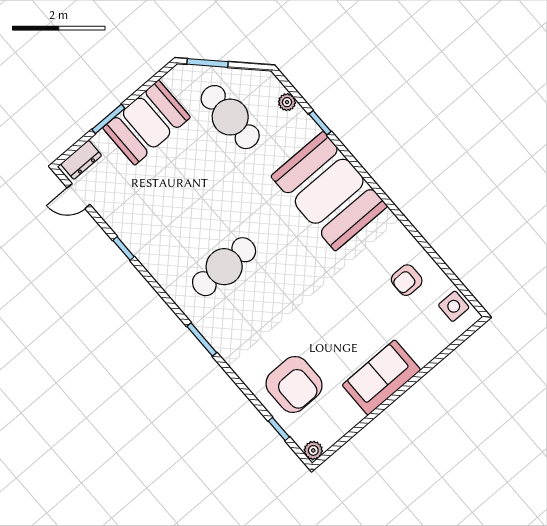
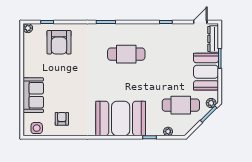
plant: (187, 74) -> (211, 103), added
dresser: (81, 160) -> (213, 39), width x1.44
cafe table: (224, 267) -> (126, 54), turned 90
sofa: (381, 377) -> (33, 95), moved
armchair: (294, 384) -> (59, 42), turned -90

